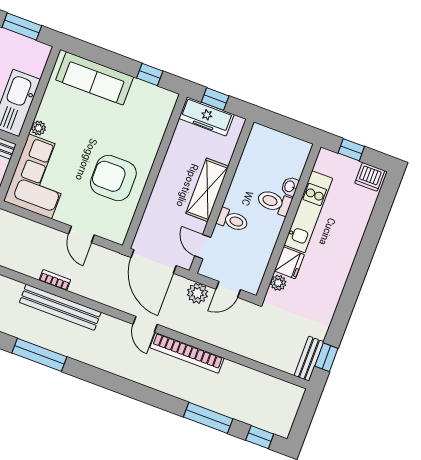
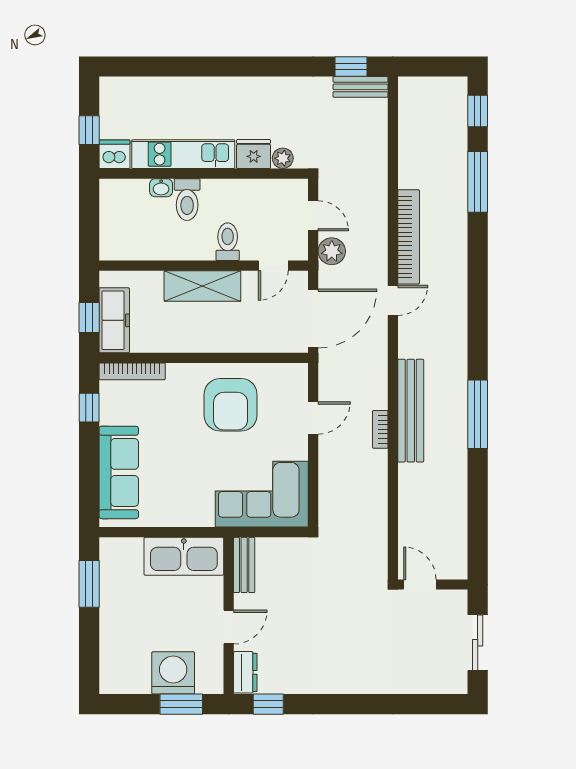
bookcase: (164, 116) -> (132, 371), added
plant: (39, 128) -> (204, 518), removed
dishwasher: (370, 177) -> (114, 154), moved, turned -90

